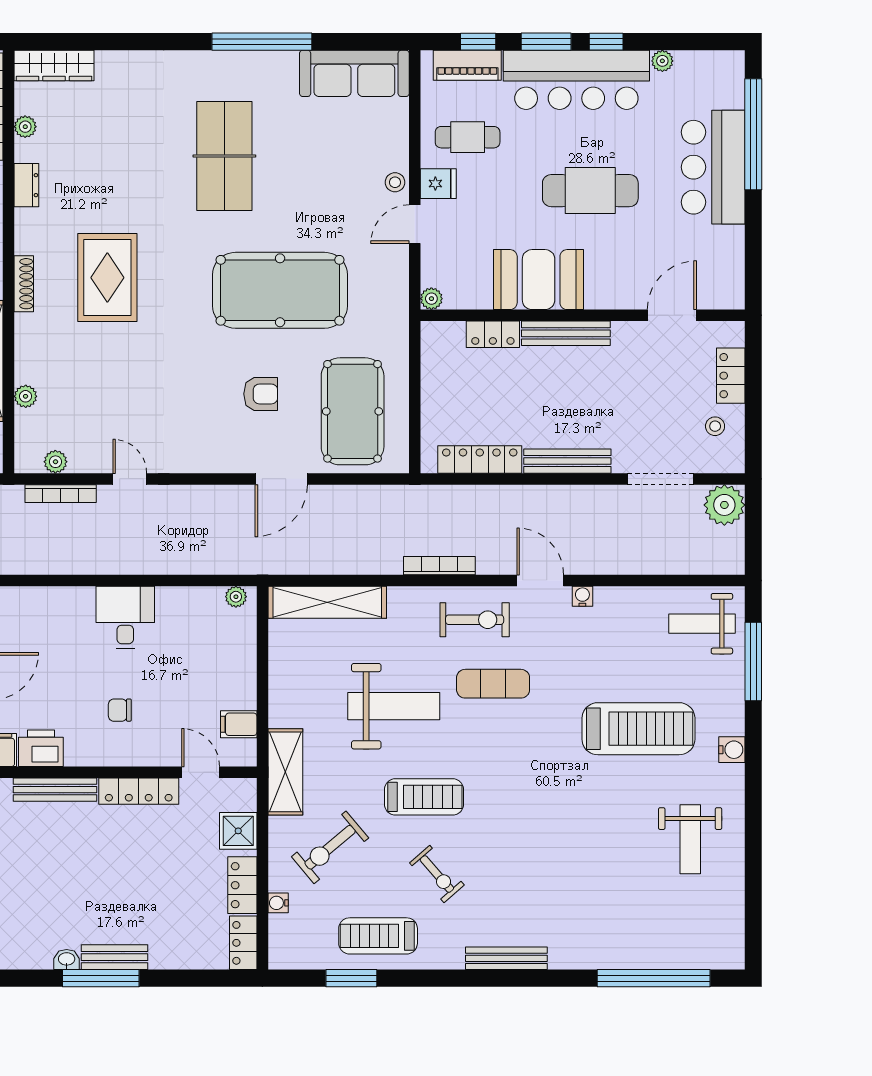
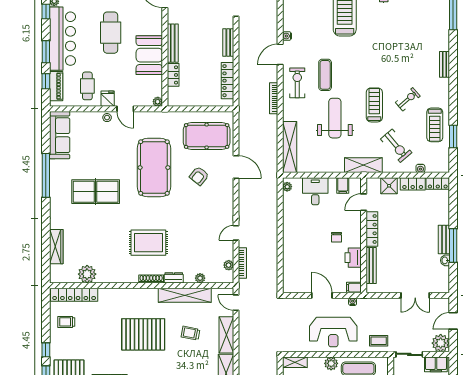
window: (606, 42) -> (46, 12), moved
wardrobe: (54, 66) -> (56, 247), moved
plant: (25, 127) -> (87, 274), width x1.87, depth x1.87
dresser: (26, 185) -> (174, 278), moved
armchair: (261, 394) -> (199, 176), turned -141
bench: (567, 461) -> (228, 43), width x0.73
desk: (125, 618) -> (315, 191), moved, turned 90
printer: (41, 748) -> (353, 258), moved
bench: (506, 958) -> (445, 64), width x0.73

